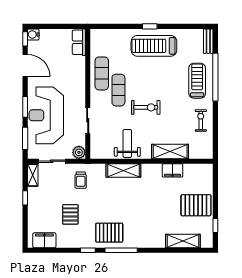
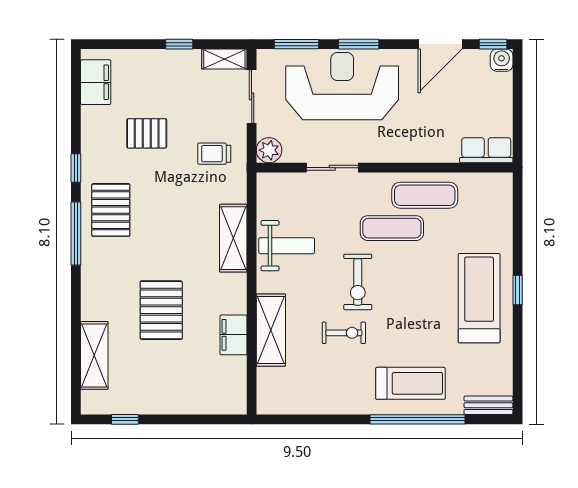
exercise bike: (201, 120) -> (344, 333), moved
pallet: (196, 205) -> (161, 310), moved

